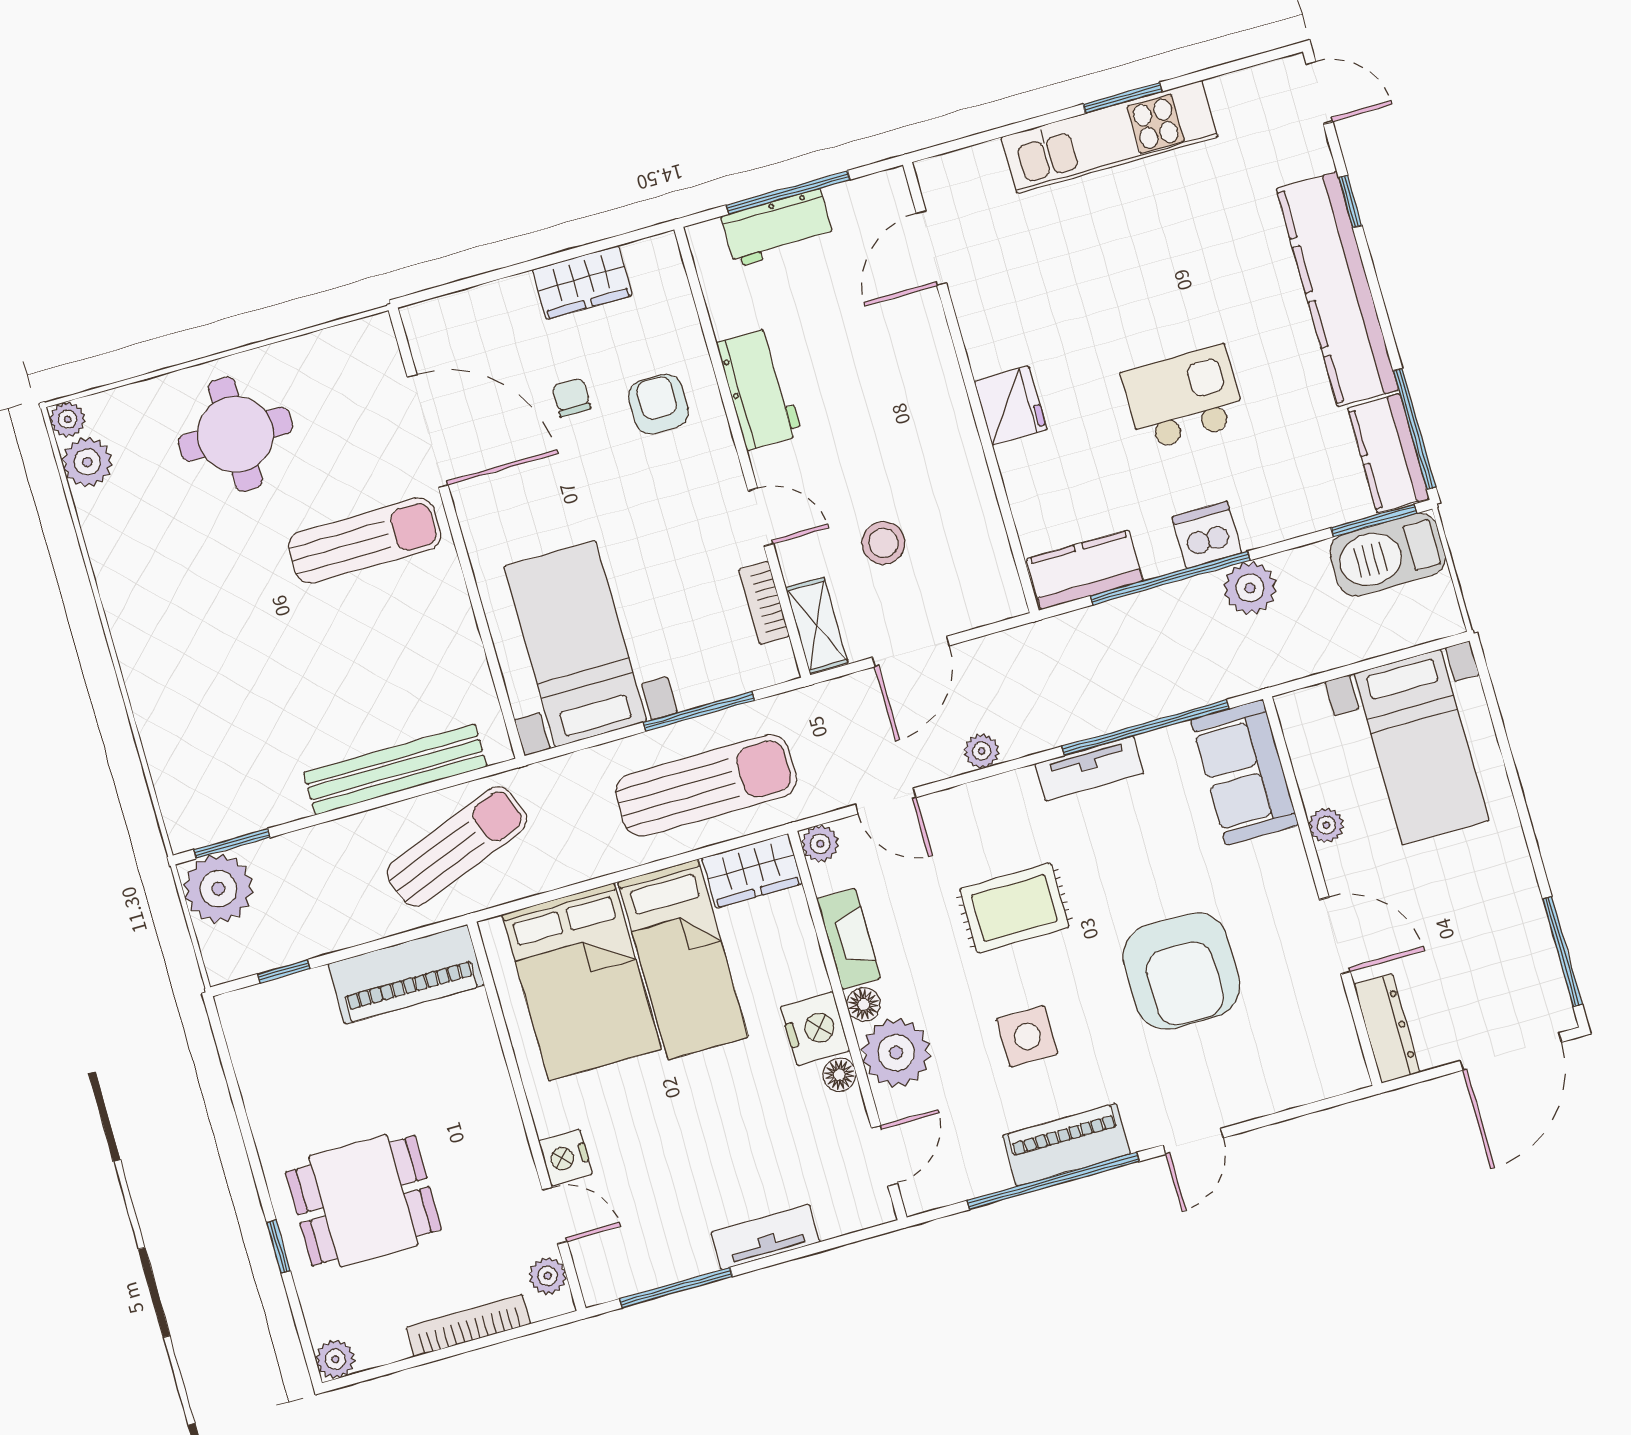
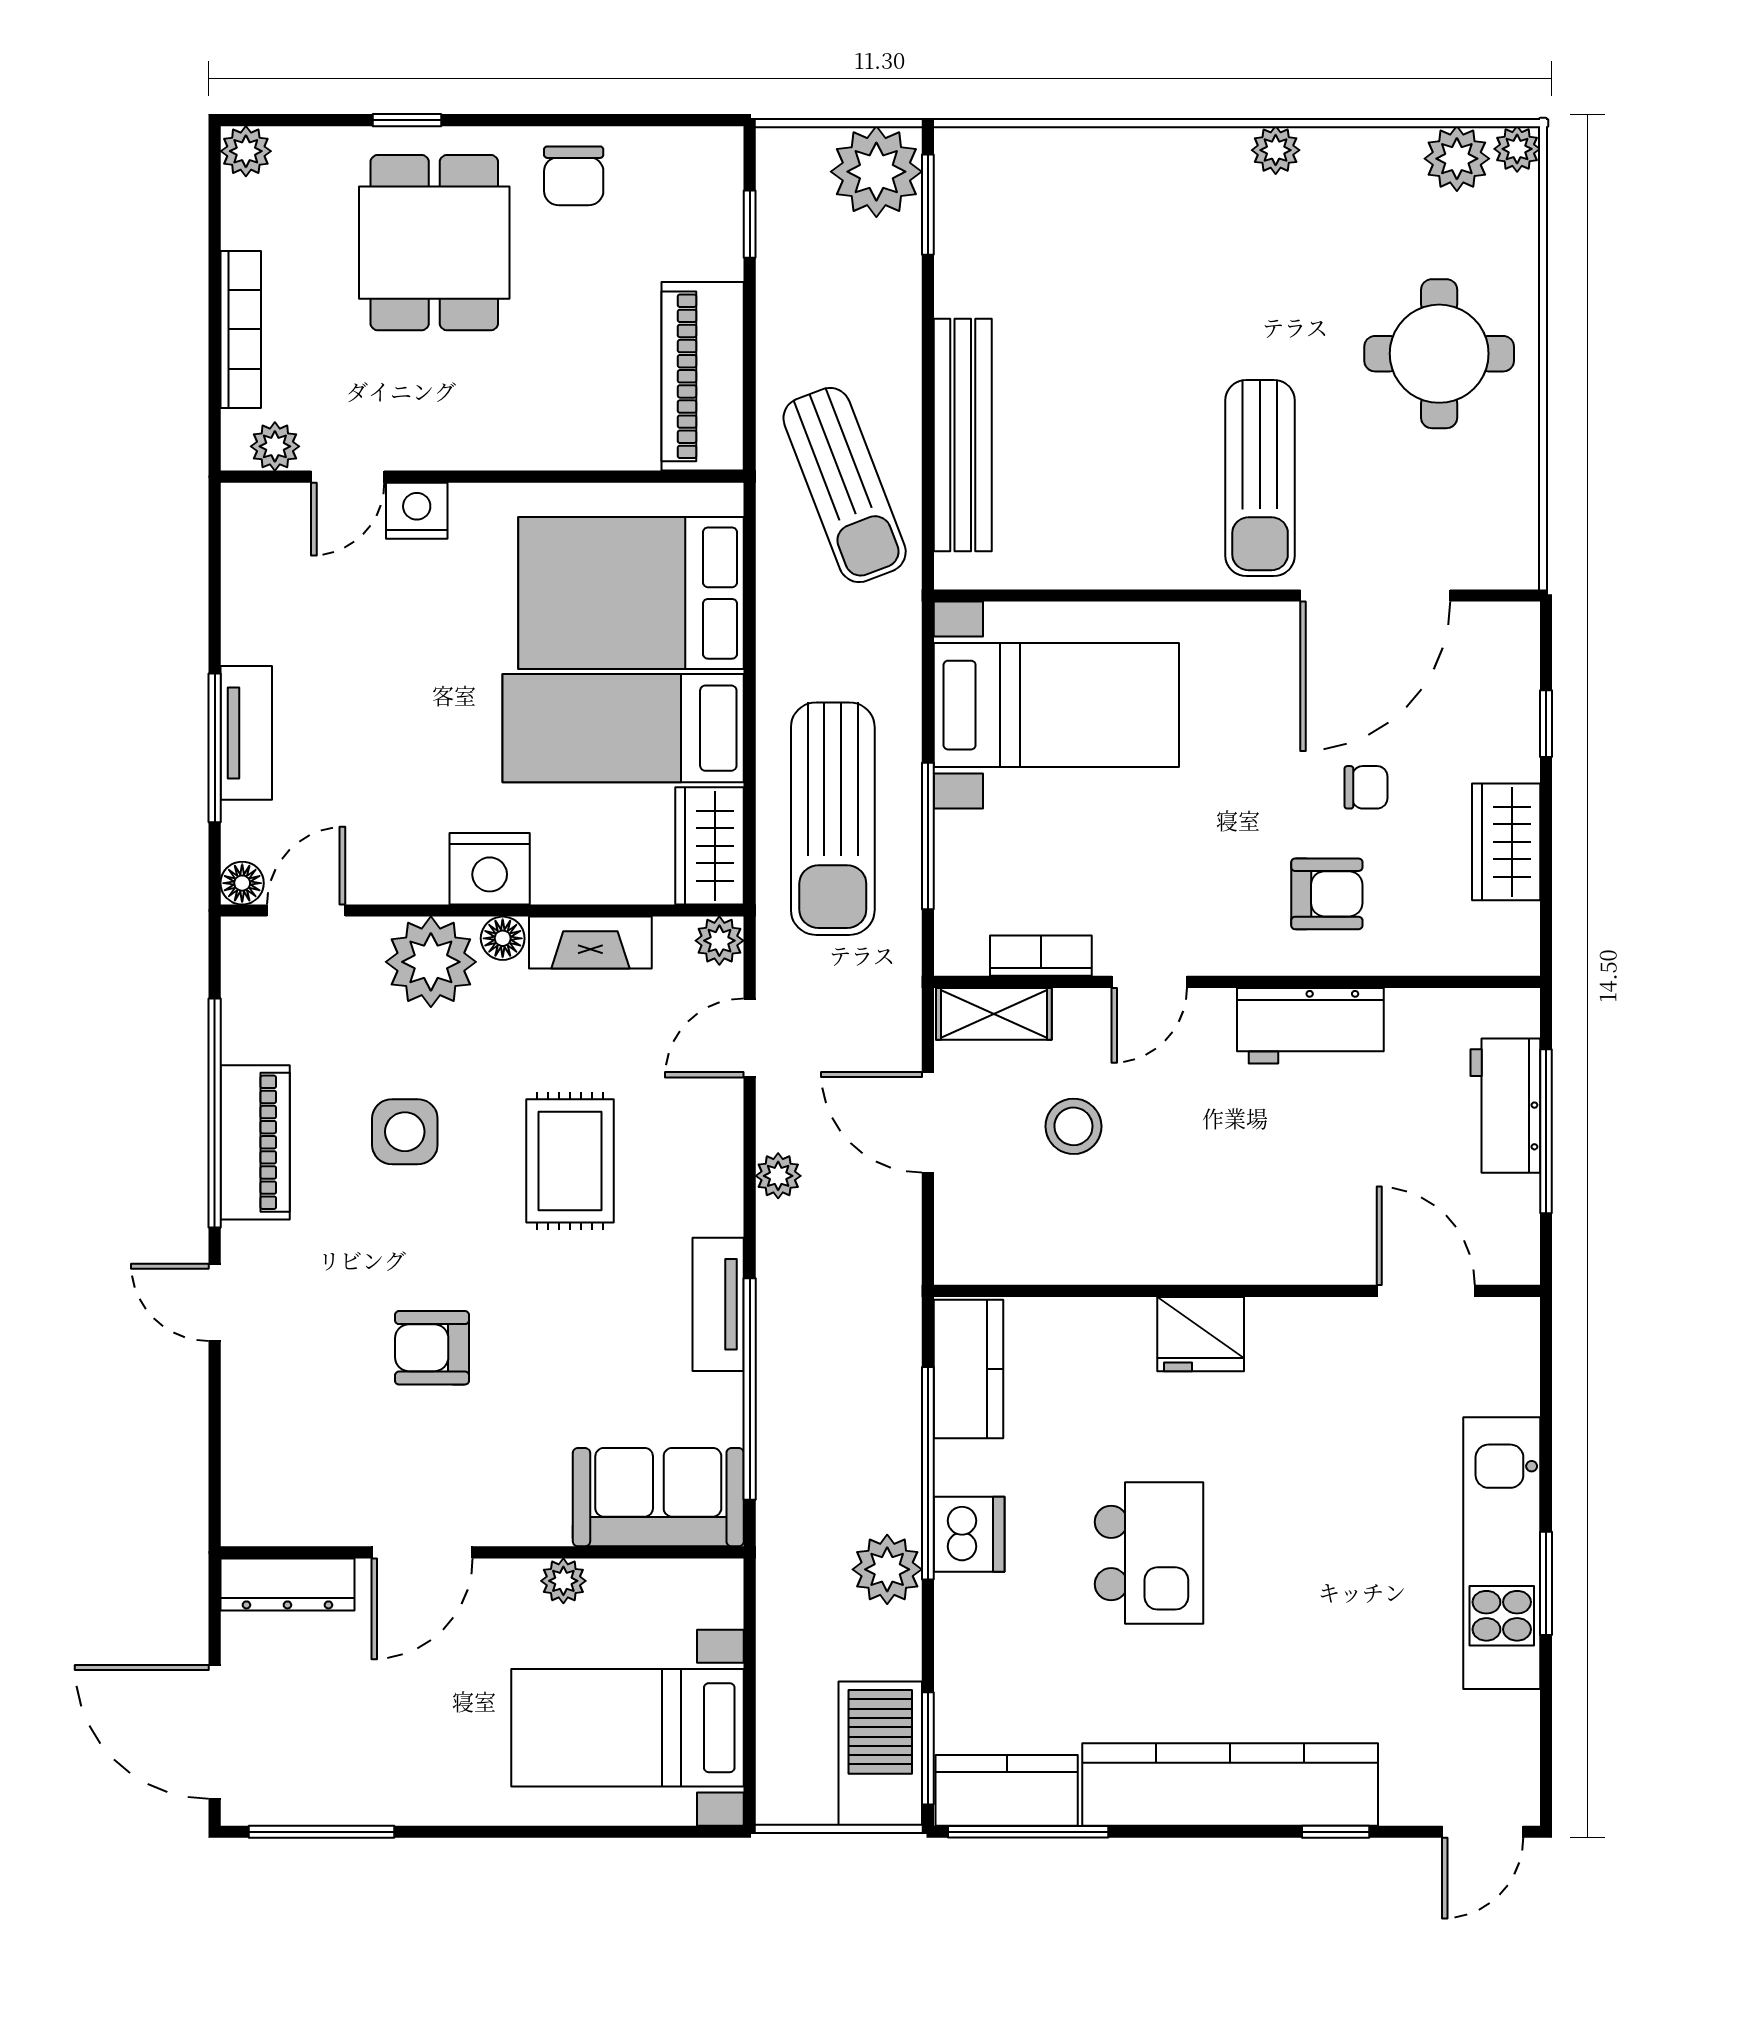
window: (487, 278) -> (1546, 724), added
plant: (119, 598) -> (1276, 150), added
armchair: (1181, 971) -> (432, 1348), width x0.53, depth x0.53
floor lamp: (839, 1075) -> (242, 883), moved
chair: (285, 1112) -> (574, 176), added
door: (884, 1156) -> (306, 911), swing flipped
window: (676, 1288) -> (215, 748), moved

